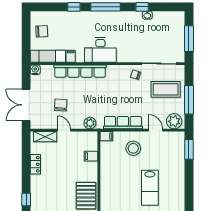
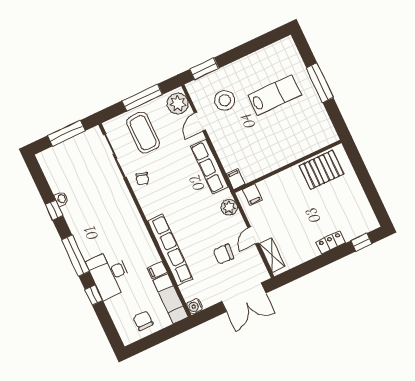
desk: (100, 50) -> (109, 274), moved, turned 180
stool: (133, 148) -> (225, 100), moved
filing cabinet: (91, 156) -> (252, 195), moved
locker: (35, 164) -> (331, 242), moved

